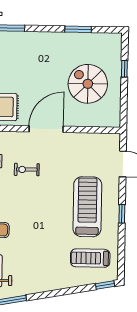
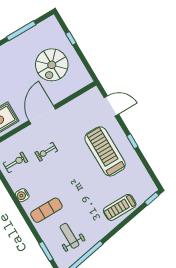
window: (78, 29) -> (21, 31), width x1.44
spiral stairs: (88, 84) -> (52, 65), turned -90
treadmill: (90, 258) -> (120, 207), moved

